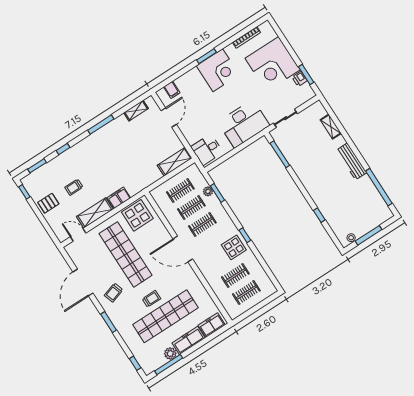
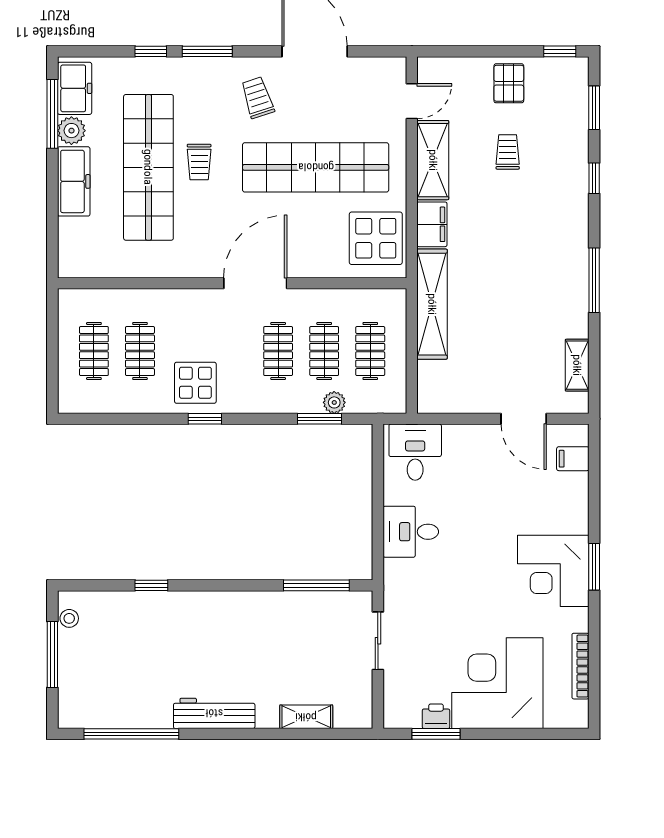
desk: (244, 124) -> (411, 532), width x0.53, depth x0.77
shelving: (175, 162) -> (432, 304), moved, width x1.47
freezer: (212, 325) -> (75, 88), moved
window: (135, 363) -> (151, 51), moved

